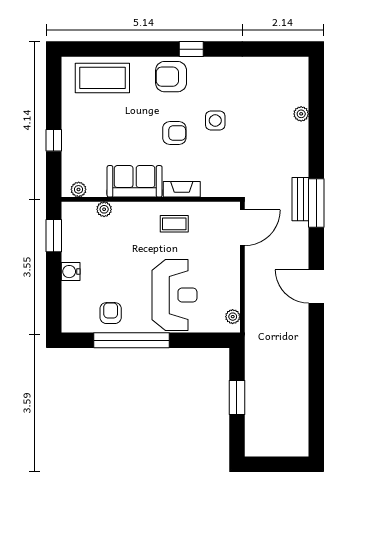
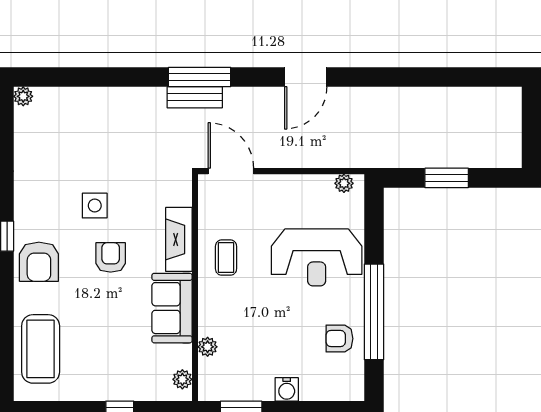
plant: (301, 114) -> (23, 96), moved
fireplace: (182, 189) -> (179, 239), width x1.37, depth x1.32
reception desk: (174, 295) -> (317, 257), turned 180

